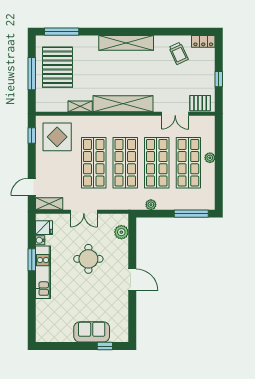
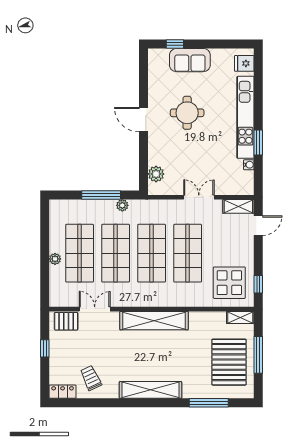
window: (62, 32) -> (209, 403), moved
shelving: (80, 106) -> (240, 317), moved
window: (191, 214) -> (101, 195), moved
fridge: (44, 228) -> (244, 63), moved
round table: (88, 259) -> (187, 113), moved
kitchen unit: (43, 272) -> (245, 117), width x1.36

